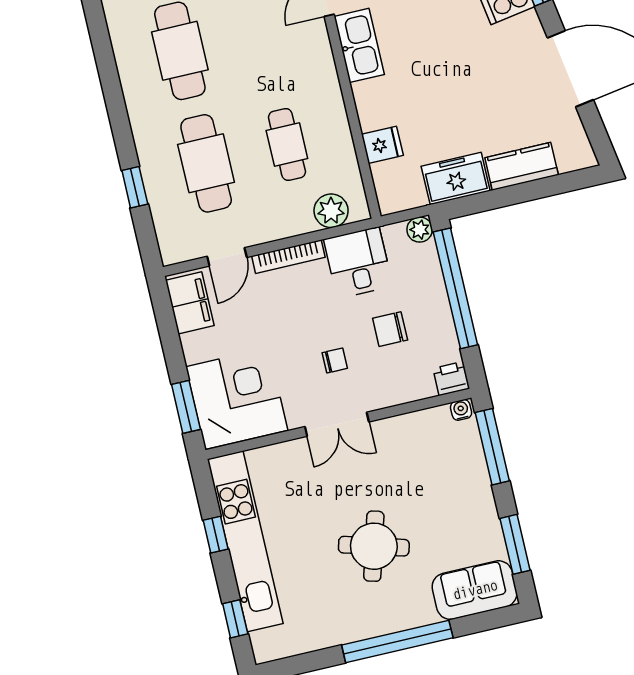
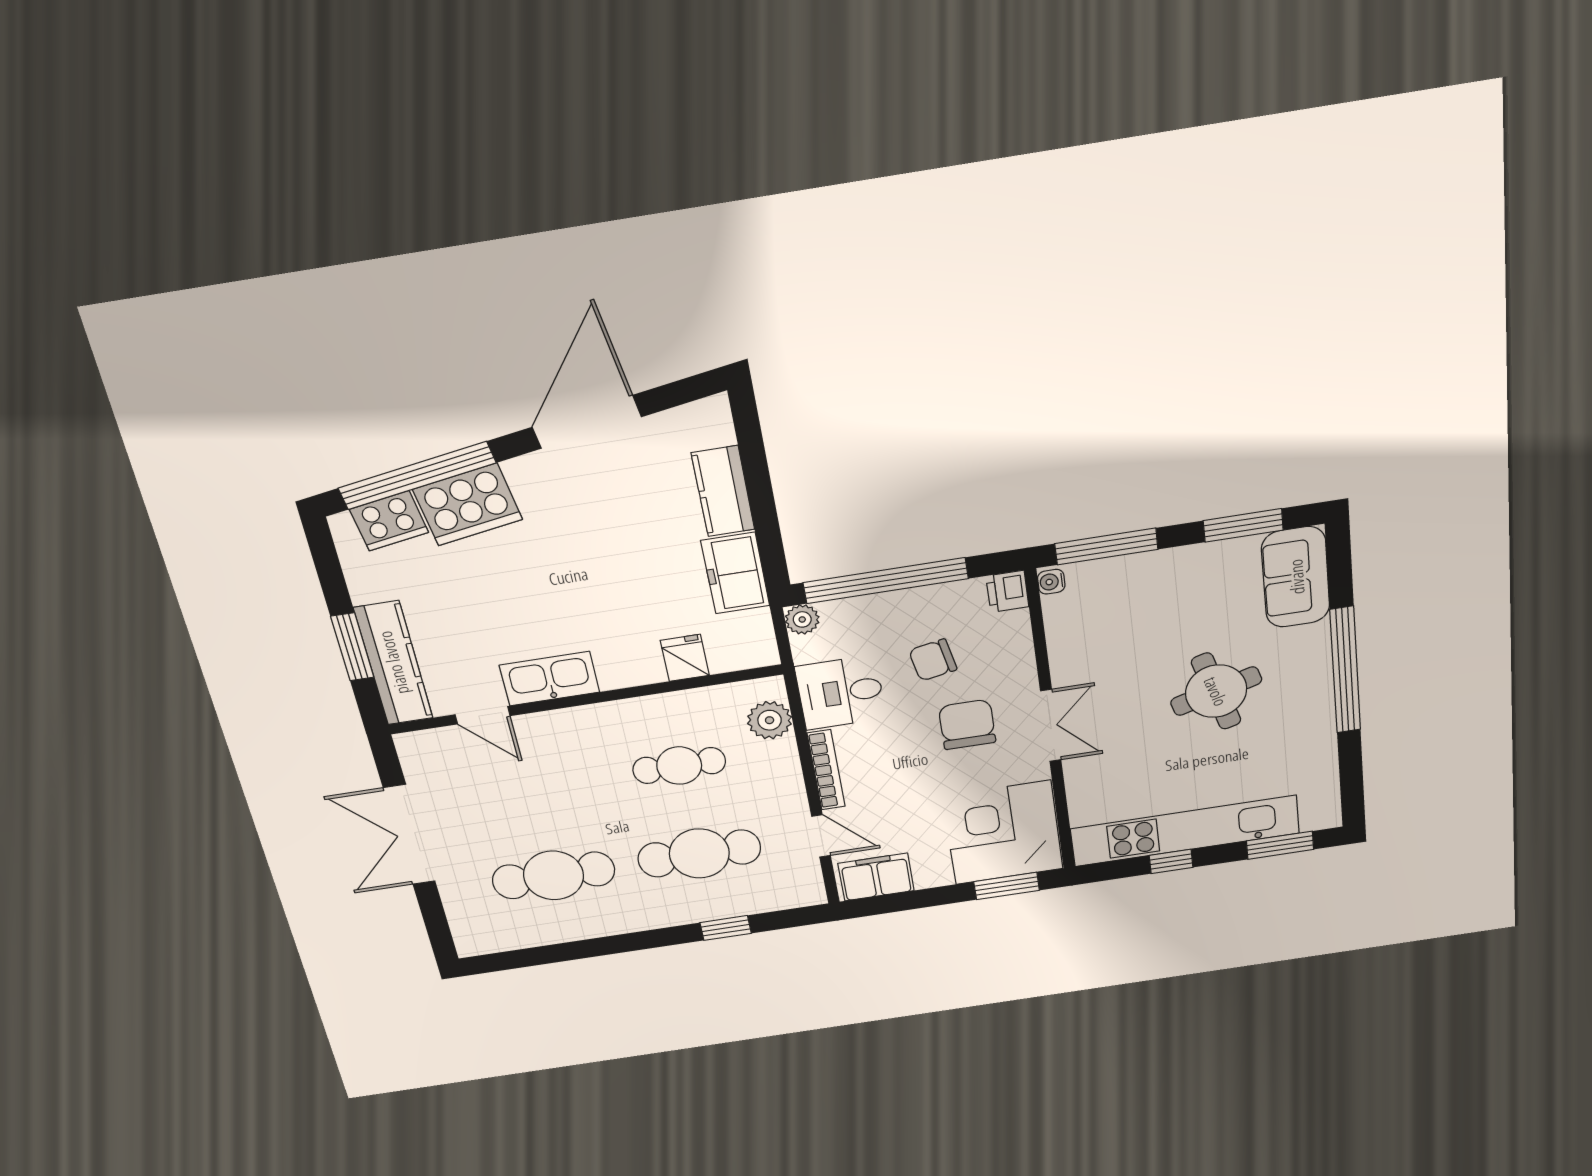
chair: (390, 329) -> (933, 660), turned 79
chair: (335, 361) -> (967, 724), width x1.87, depth x1.87
round table: (374, 546) -> (1216, 691), turned -32
window: (235, 619) -> (1280, 845), width x1.50

